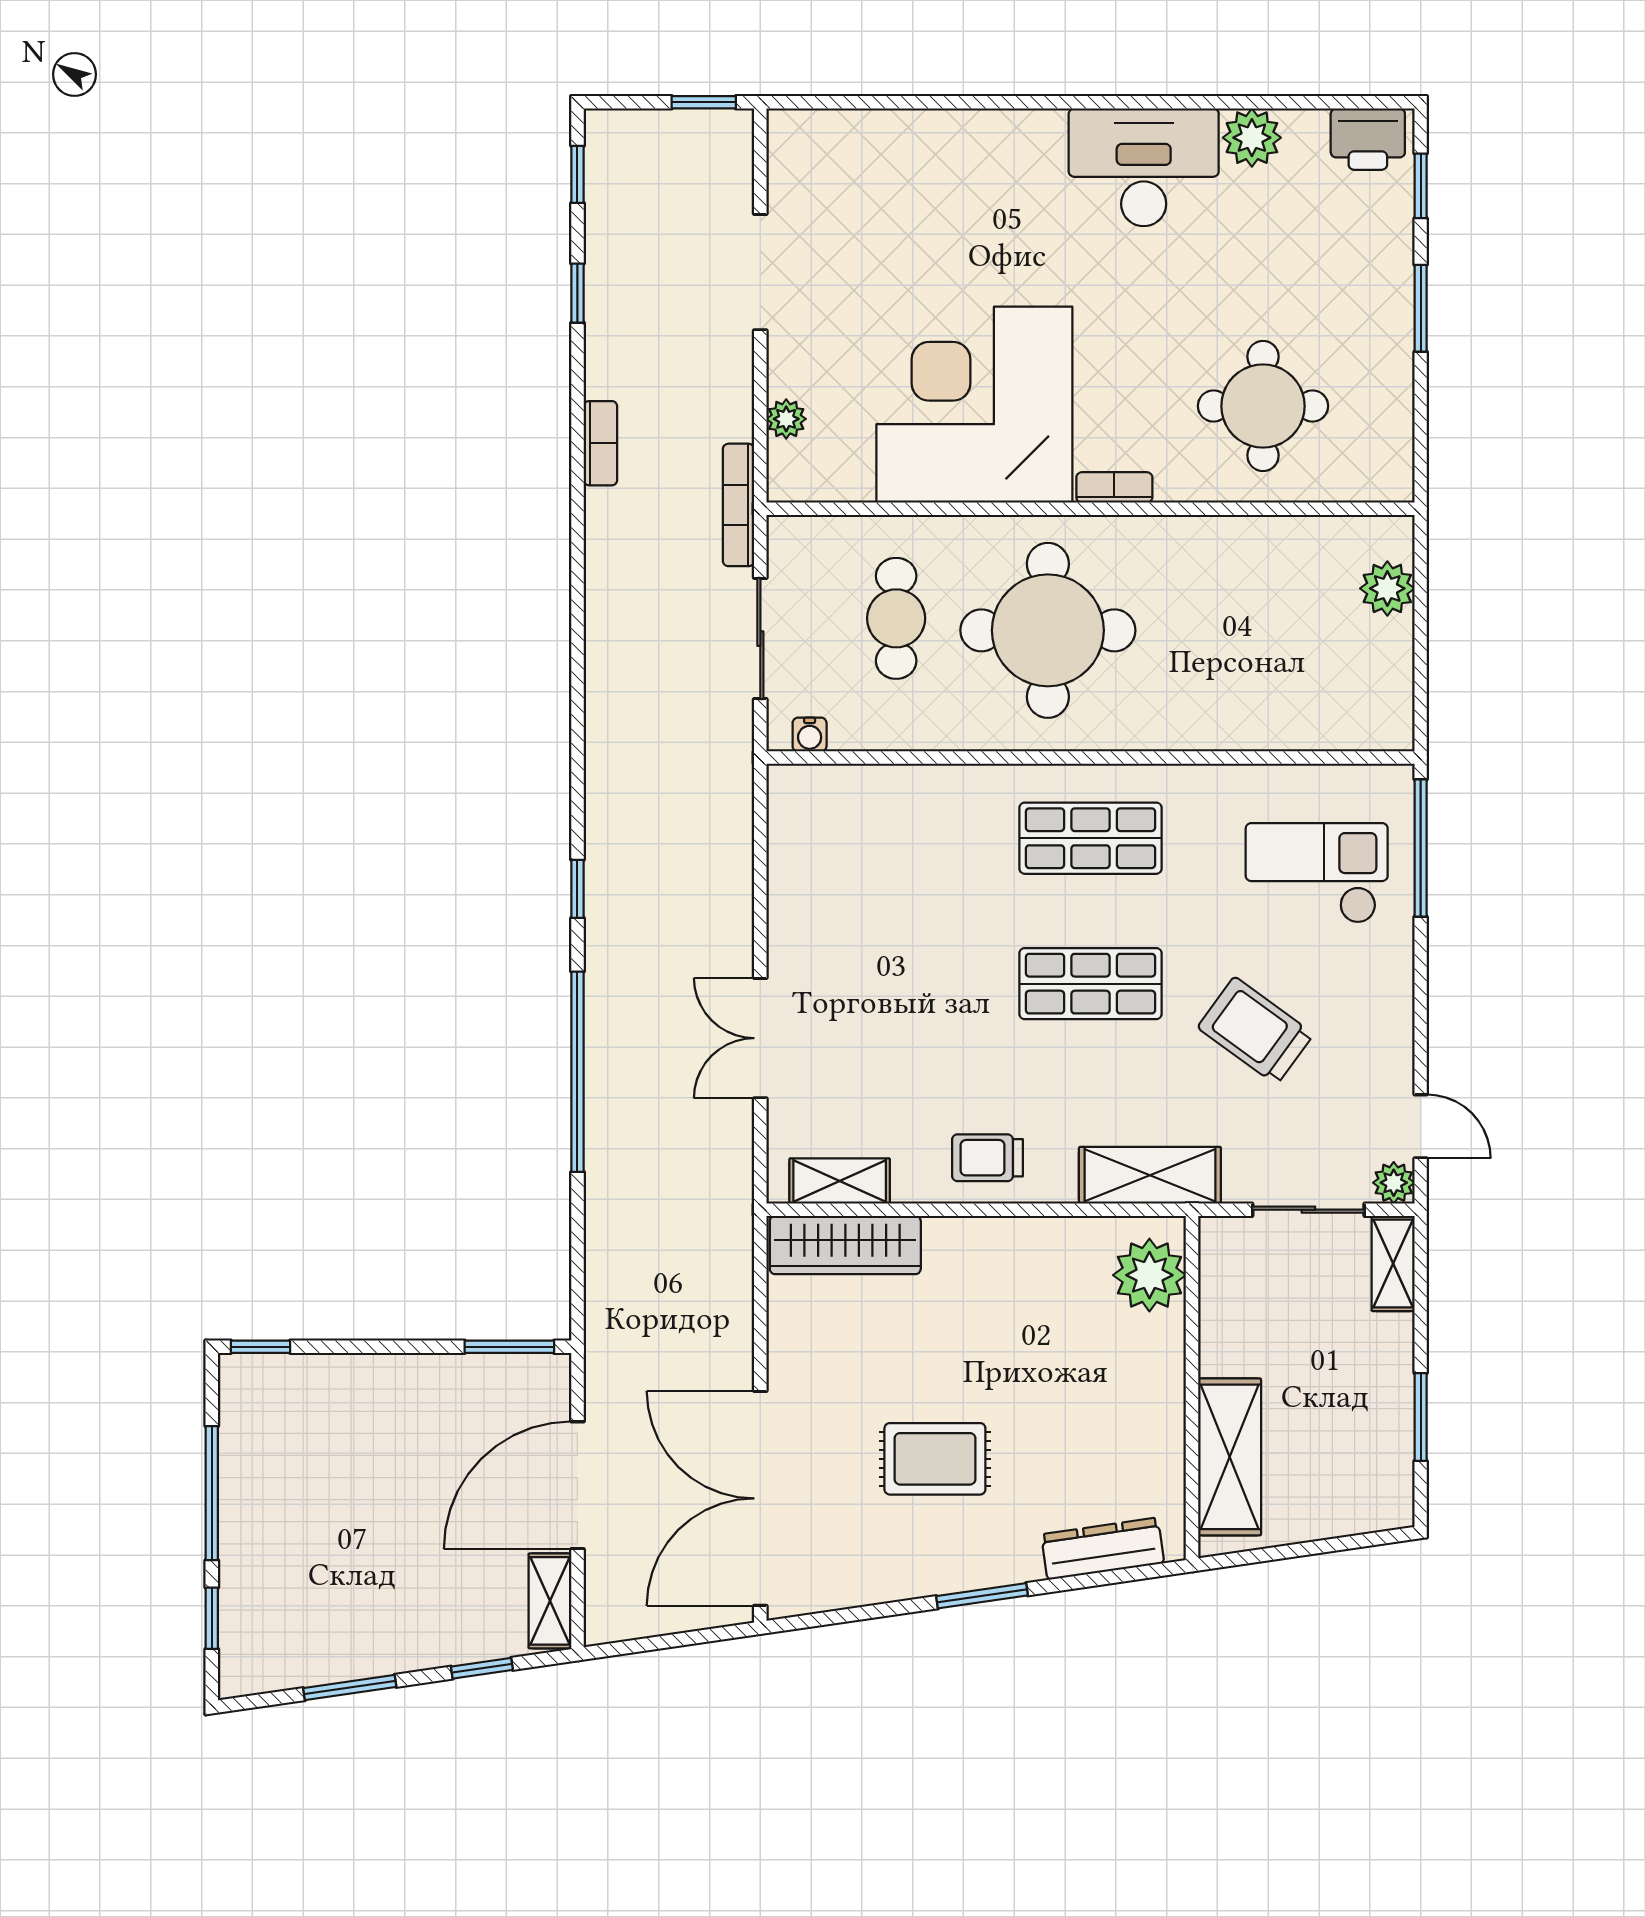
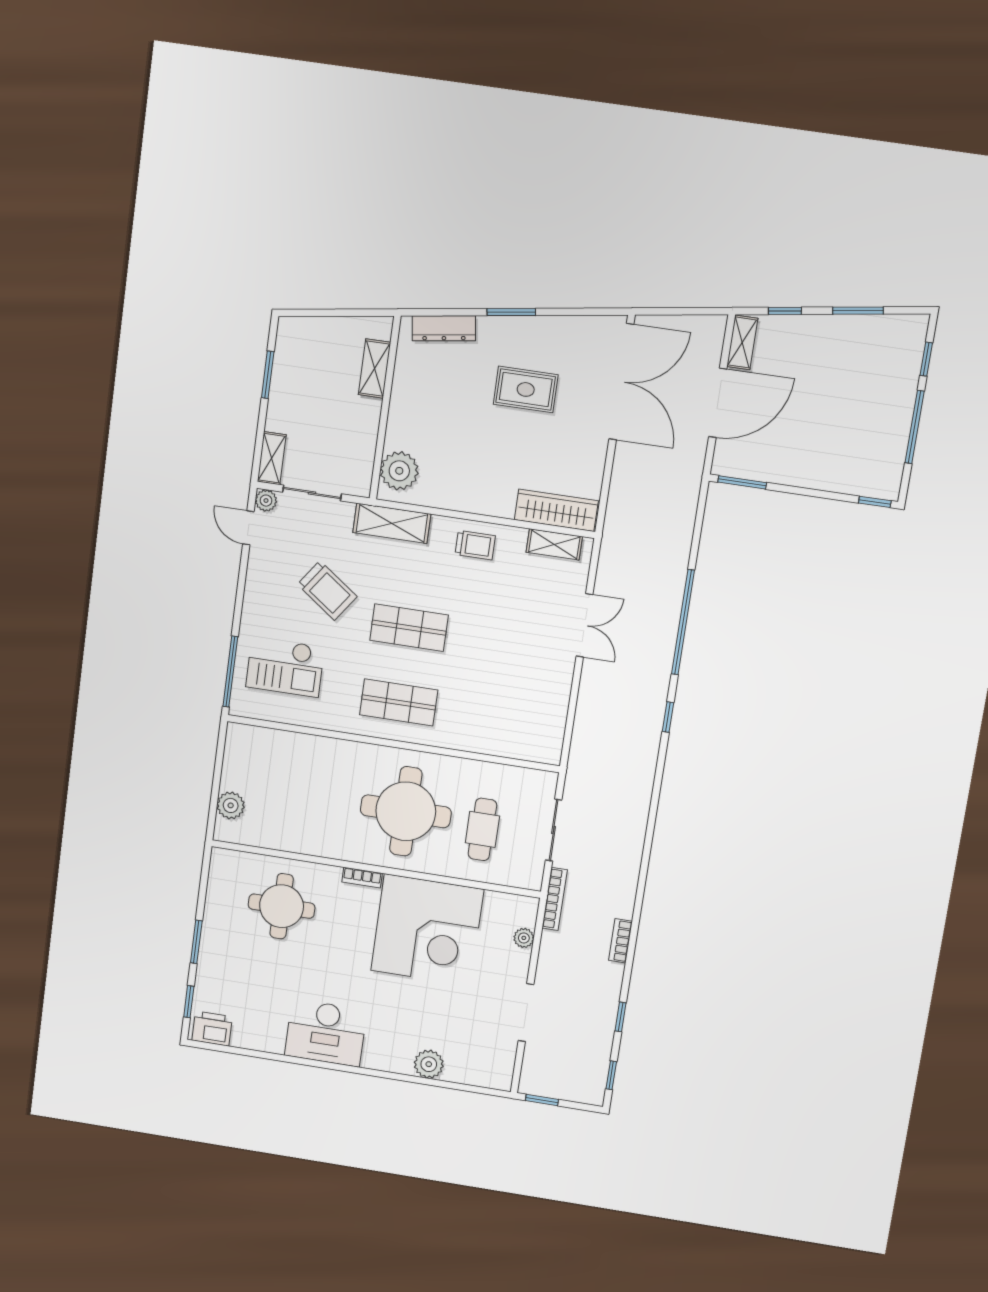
plant: (1252, 138) -> (429, 1064), moved
water cooler: (810, 735) -> (536, 777), removed
shelving: (1230, 1457) -> (374, 369), width x0.67, depth x0.75

